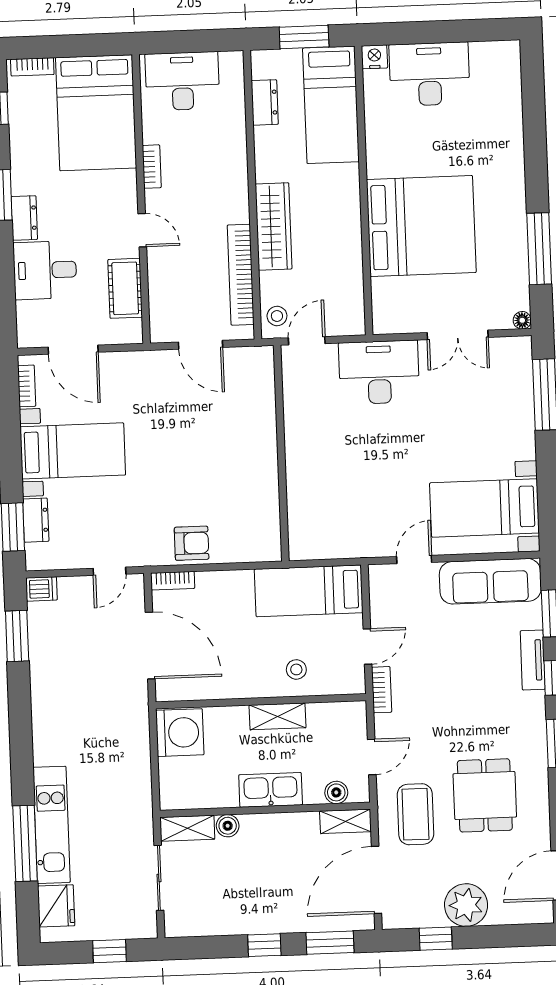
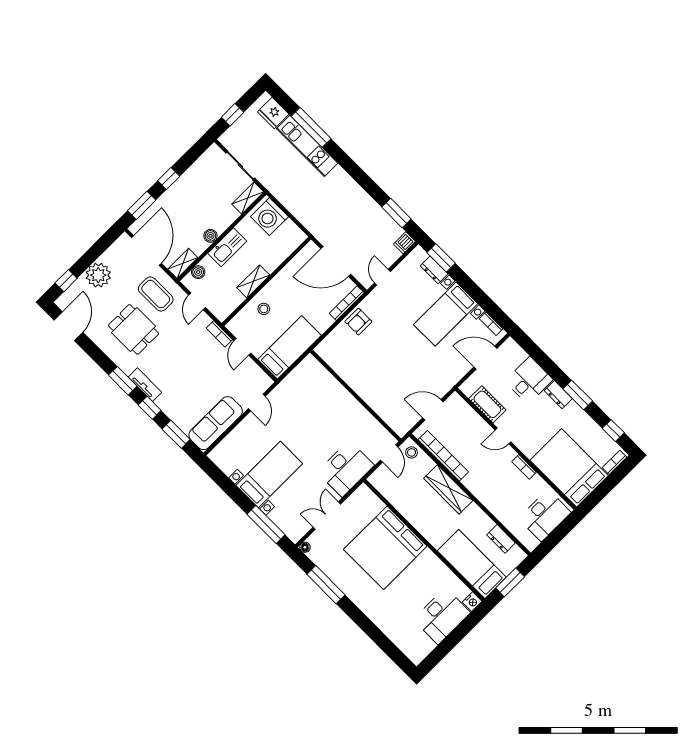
bed with nightstands: (484, 508) -> (269, 475), moved
bookcase: (173, 581) -> (347, 303), width x1.56
tv unit: (533, 660) -> (145, 385), moved
washing machine: (180, 733) -> (269, 217), moved
boiler: (228, 826) -> (210, 236), moved
window: (436, 939) -> (66, 281), moved

